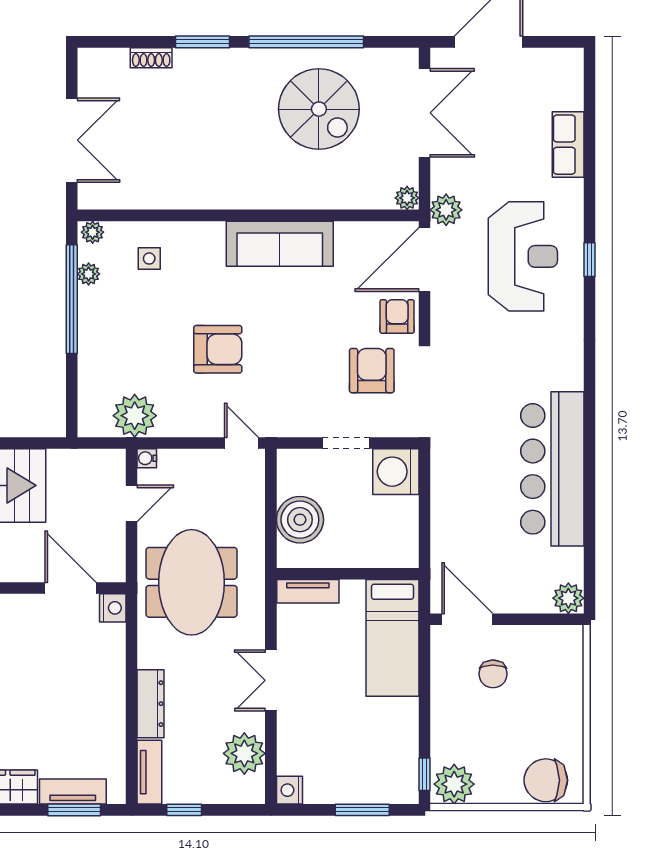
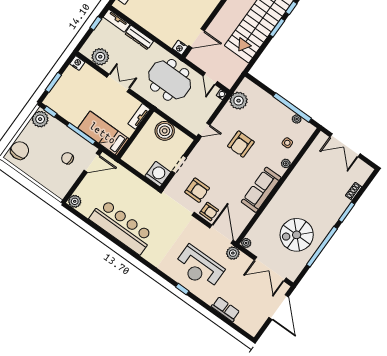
plant: (93, 232) -> (286, 163), moved
window: (424, 682) -> (81, 134), added

